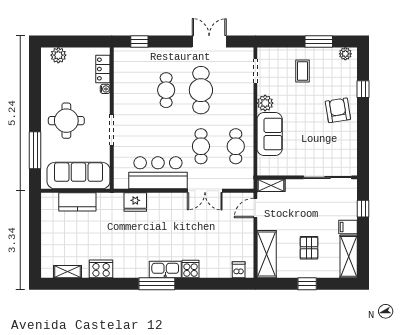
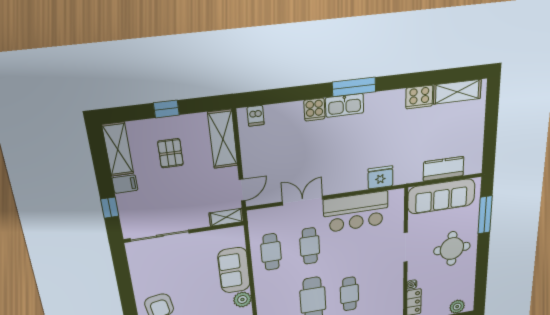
shelving: (67, 272) -> (457, 92), width x1.50, depth x1.33

